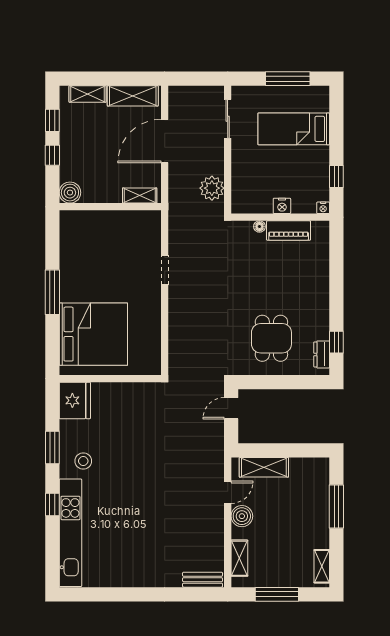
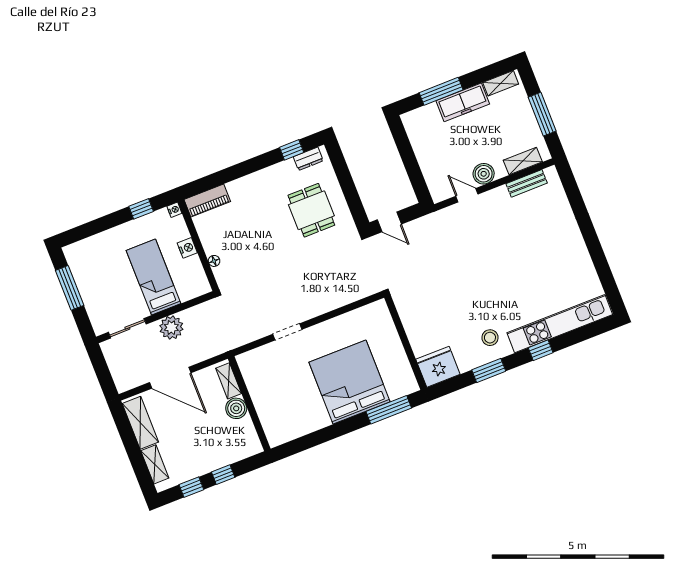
bed: (294, 129) -> (154, 277), moved, turned 180
plant: (212, 188) -> (171, 328), moved
boiler: (70, 193) -> (236, 408), moved
piano: (289, 231) -> (207, 201), moved, turned 90
window: (52, 292) -> (389, 410), moved
bed: (93, 334) -> (350, 382), moved
dining table: (271, 338) -> (311, 210), turned 90
shelving: (264, 467) -> (431, 171), removed
freezer: (318, 523) -> (463, 102), added
bench: (203, 580) -> (527, 183), moved, turned 90

